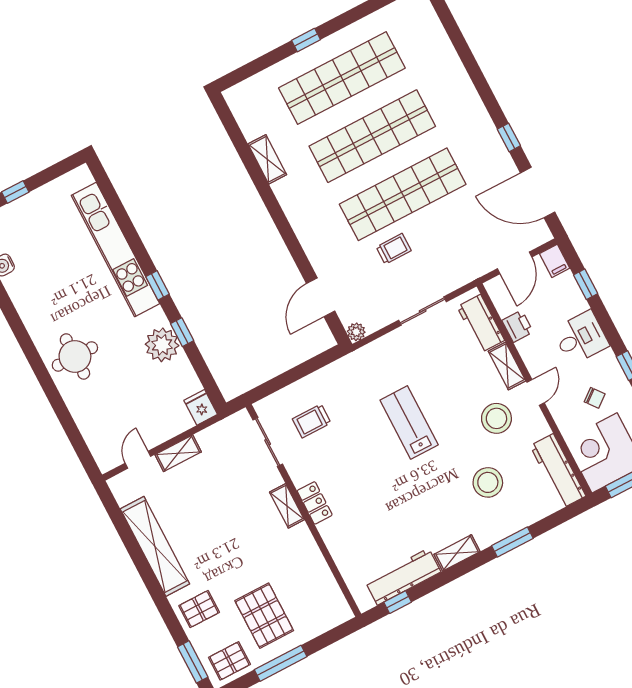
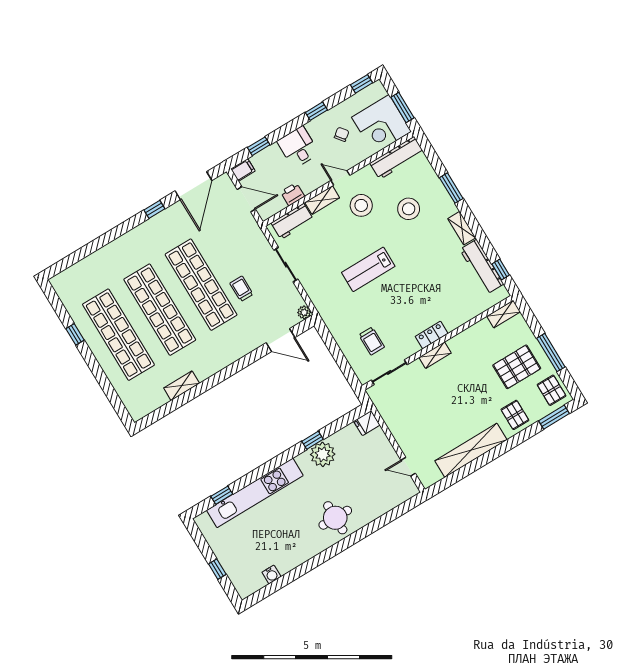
window: (306, 40) -> (75, 334), moved
window: (158, 285) -> (222, 495), moved
shelving: (178, 453) -> (504, 314), moved, turned 90

